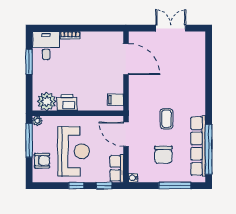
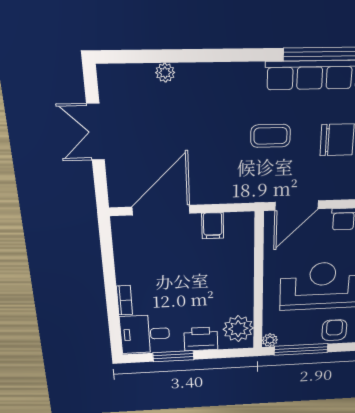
plant: (200, 65) -> (165, 73), added
filing cabinet: (115, 100) -> (213, 226), moved
printer: (67, 102) -> (201, 339), moved, turned 90

